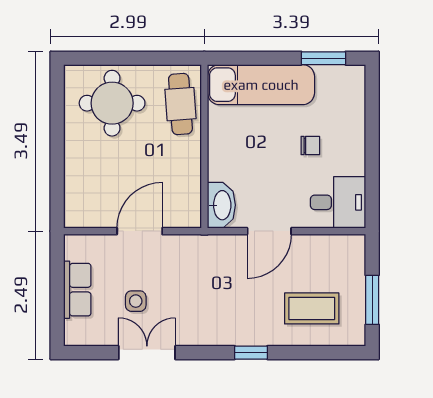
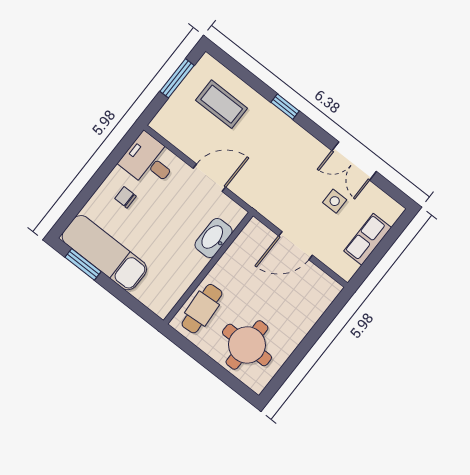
exam couch: (261, 85) -> (104, 253), moved
chair: (310, 146) -> (125, 197), moved
washbasin: (221, 205) -> (213, 238), moved

